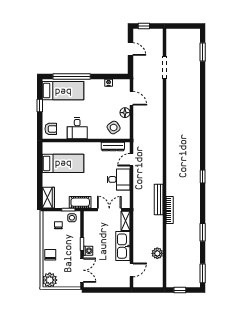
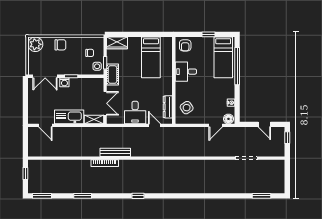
door: (130, 49) -> (264, 124), hinge flipped
floor lamp: (125, 113) -> (228, 119), moved
plant: (157, 253) -> (62, 151), removed

